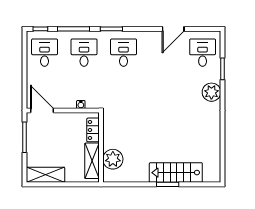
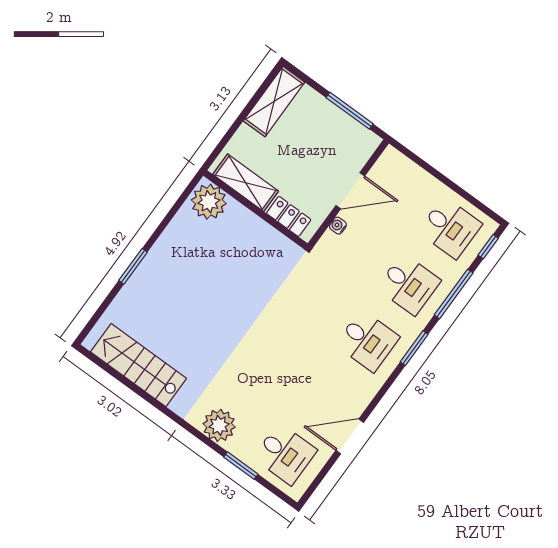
door: (173, 29) -> (350, 436), hinge flipped
door: (42, 110) -> (350, 191), moved
plant: (113, 159) -> (209, 202), moved
stairs: (176, 173) -> (139, 365), moved, turned -90

